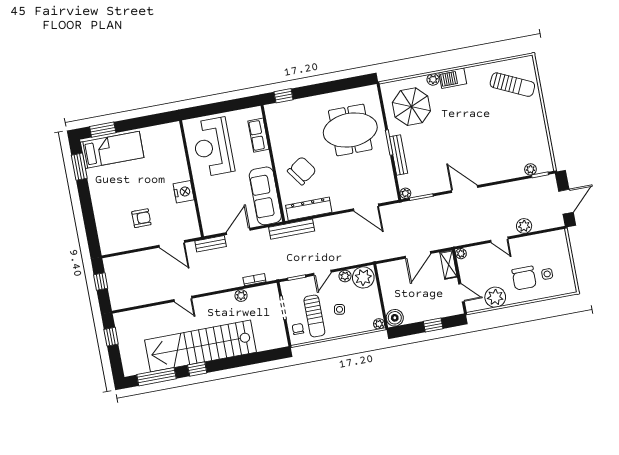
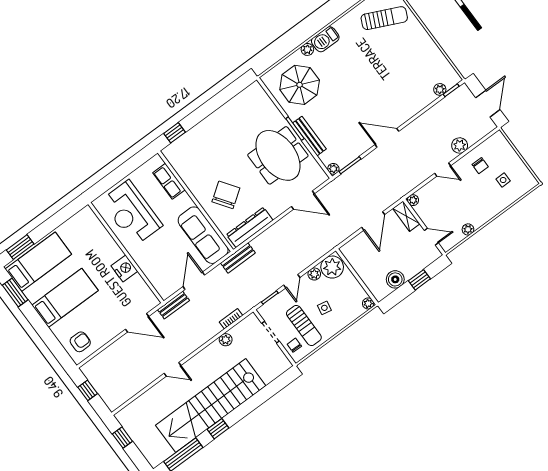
meeting table: (350, 130) -> (278, 155), moved, turned 90
bed: (120, 192) -> (65, 298), added
armchair: (141, 218) -> (80, 342), moved
bench: (292, 229) -> (238, 258), width x0.73
chair: (524, 278) -> (480, 166), moved, width x0.54, depth x0.54
plant: (495, 297) -> (468, 229), width x0.53, depth x0.53
boiler: (395, 318) -> (395, 279), moved

